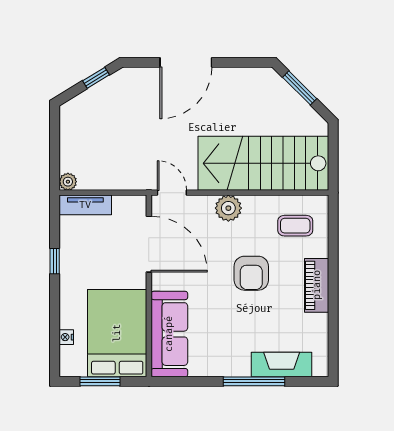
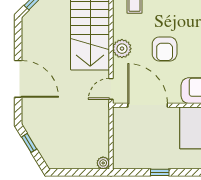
tv unit: (85, 205) -> (120, 151), removed
door: (149, 244) -> (148, 105), hinge flipped
armchair: (251, 273) -> (165, 49), moved, turned 90

